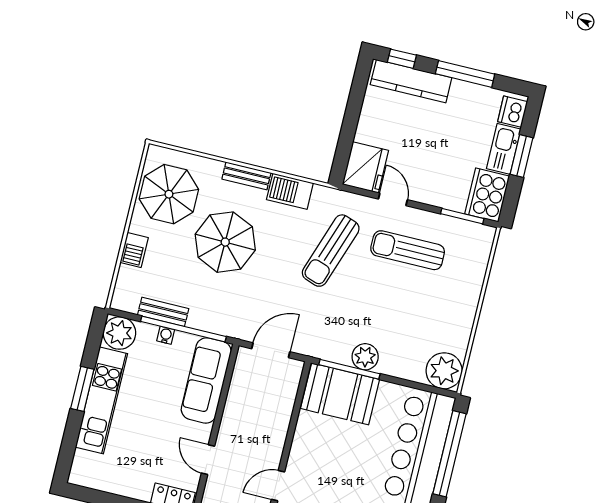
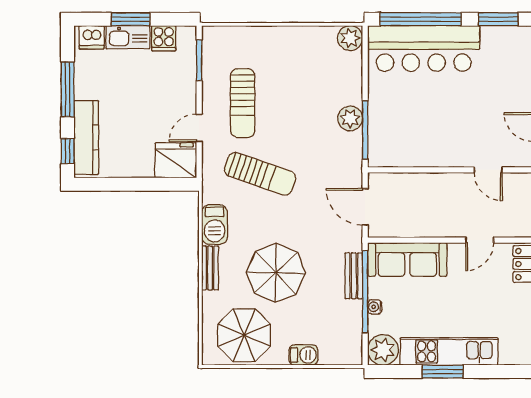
cooker: (487, 195) -> (164, 38), width x0.53, depth x0.76
bench: (163, 312) -> (354, 276), moved
plant: (444, 371) -> (350, 38), width x0.73, depth x0.73
booth: (340, 394) -> (390, 133), removed

